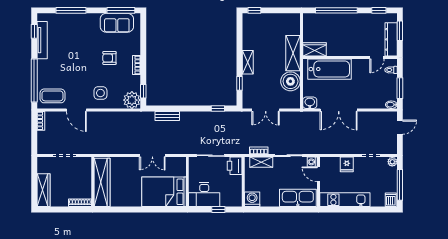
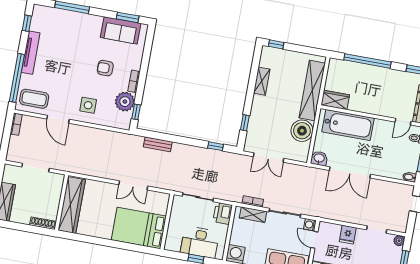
window: (121, 10) -> (128, 17), width x0.69
tv unit: (42, 40) -> (31, 53), moved
shelving: (293, 53) -> (312, 90), width x1.47
shelving: (248, 62) -> (262, 81), moved
plant: (132, 100) -> (125, 102), moved
desk: (204, 195) -> (200, 242), moved

